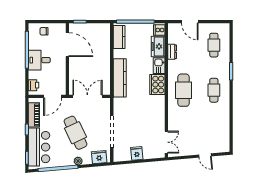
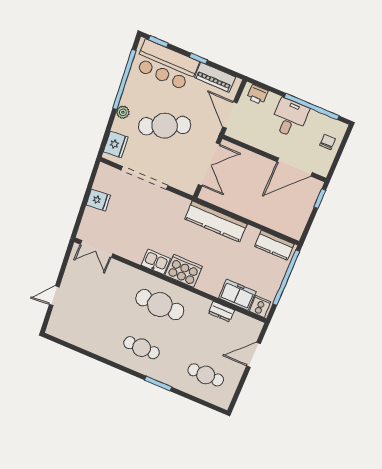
kitchen sink: (159, 66) -> (156, 262), moved

